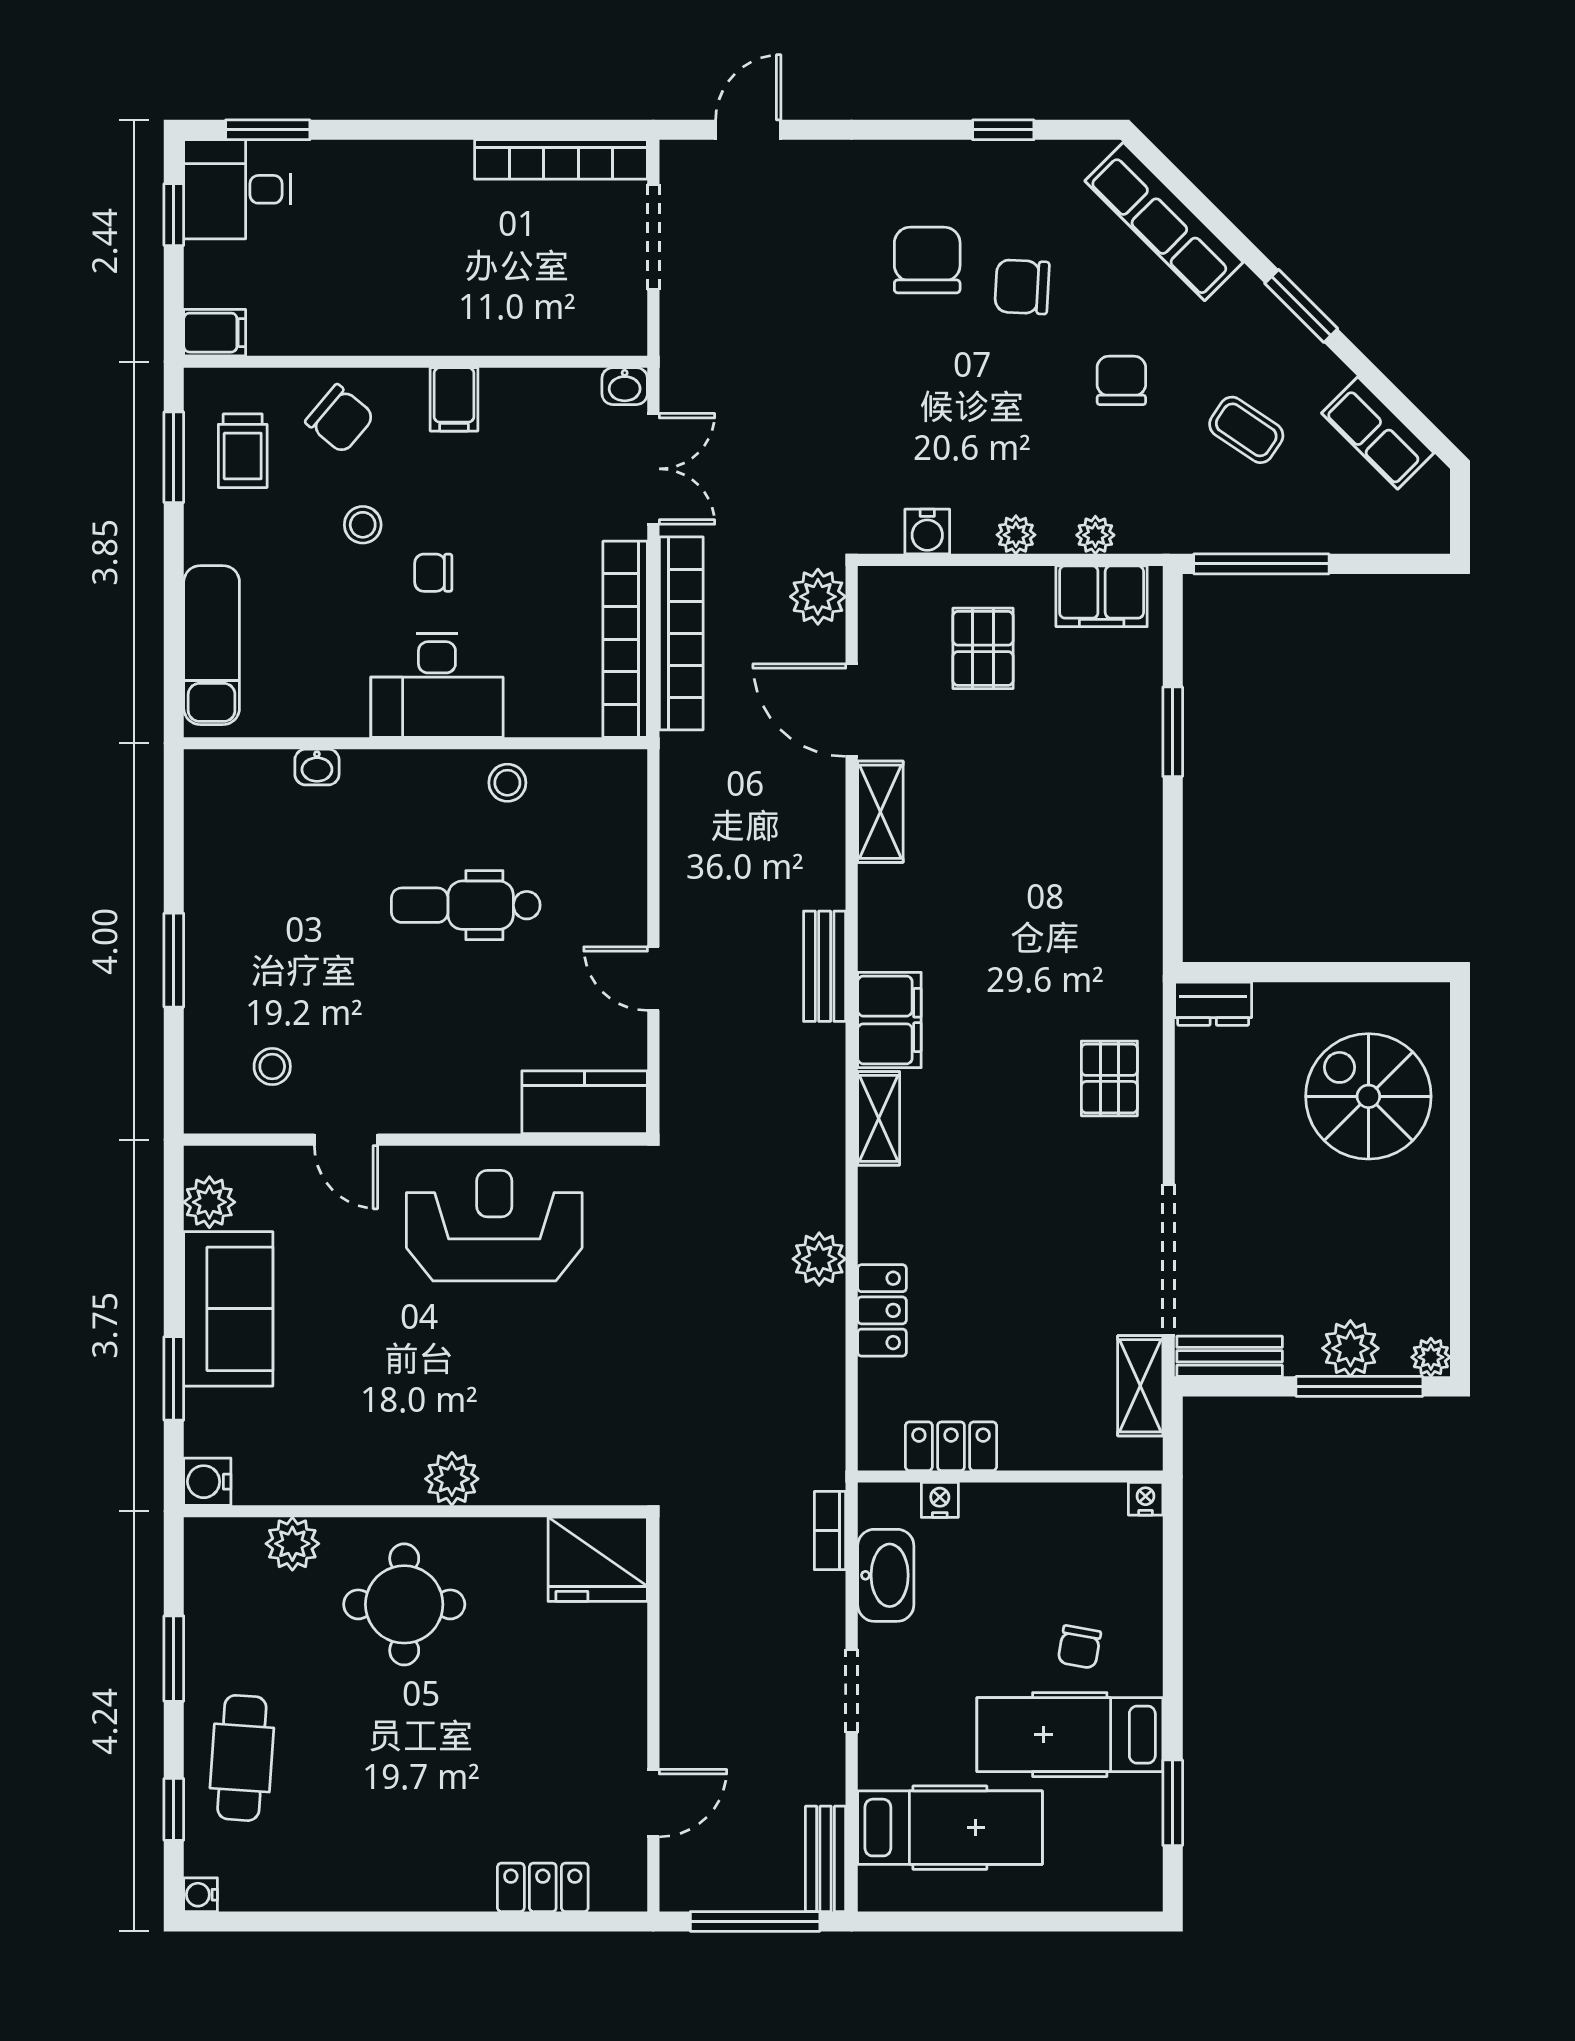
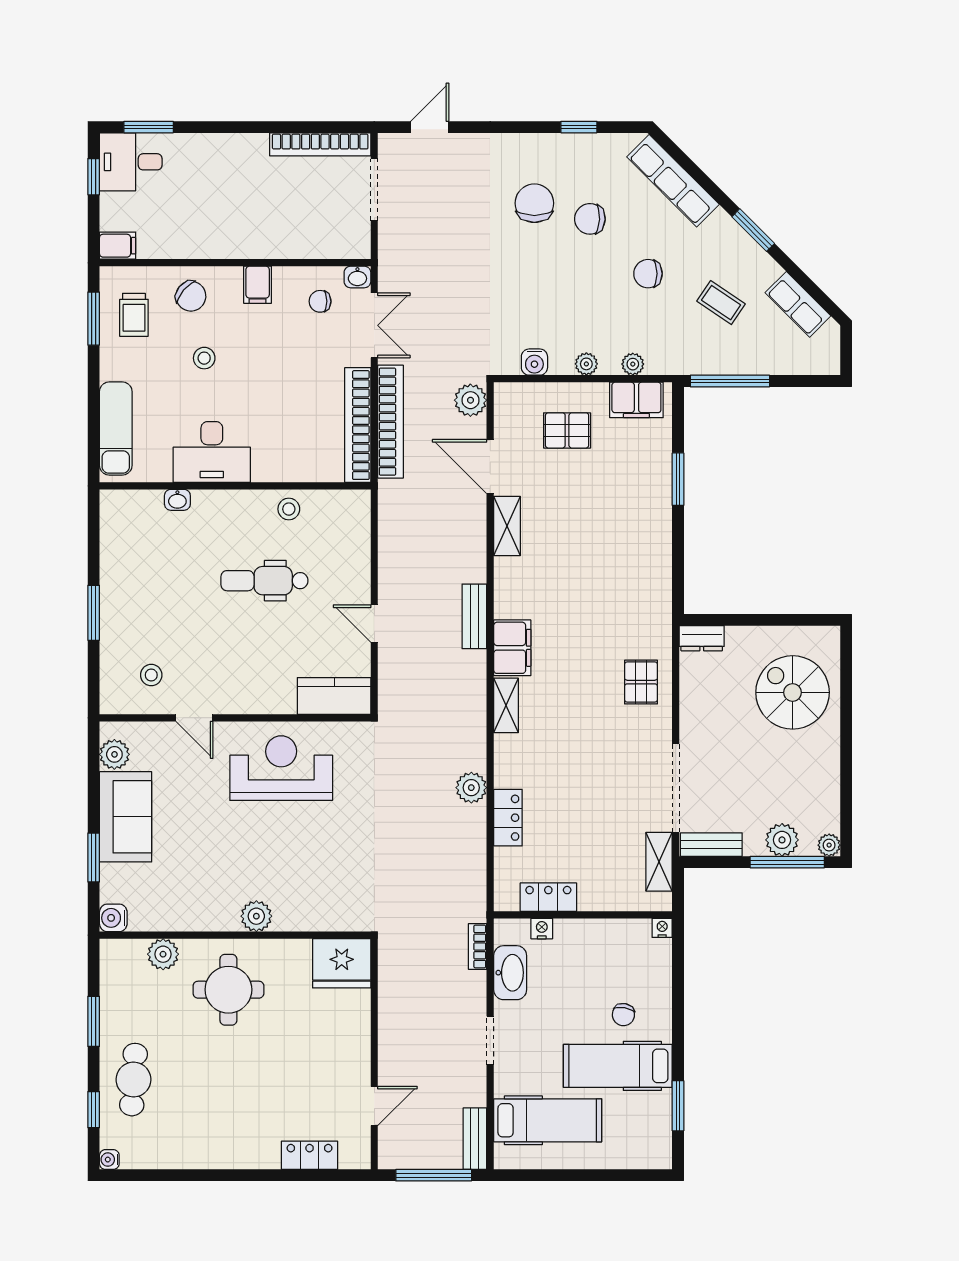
chair: (1121, 380) -> (648, 274), turned -90
chair: (433, 573) -> (320, 301), moved
pallet: (983, 648) -> (567, 430), turned 90
desk: (437, 685) -> (212, 452), moved

